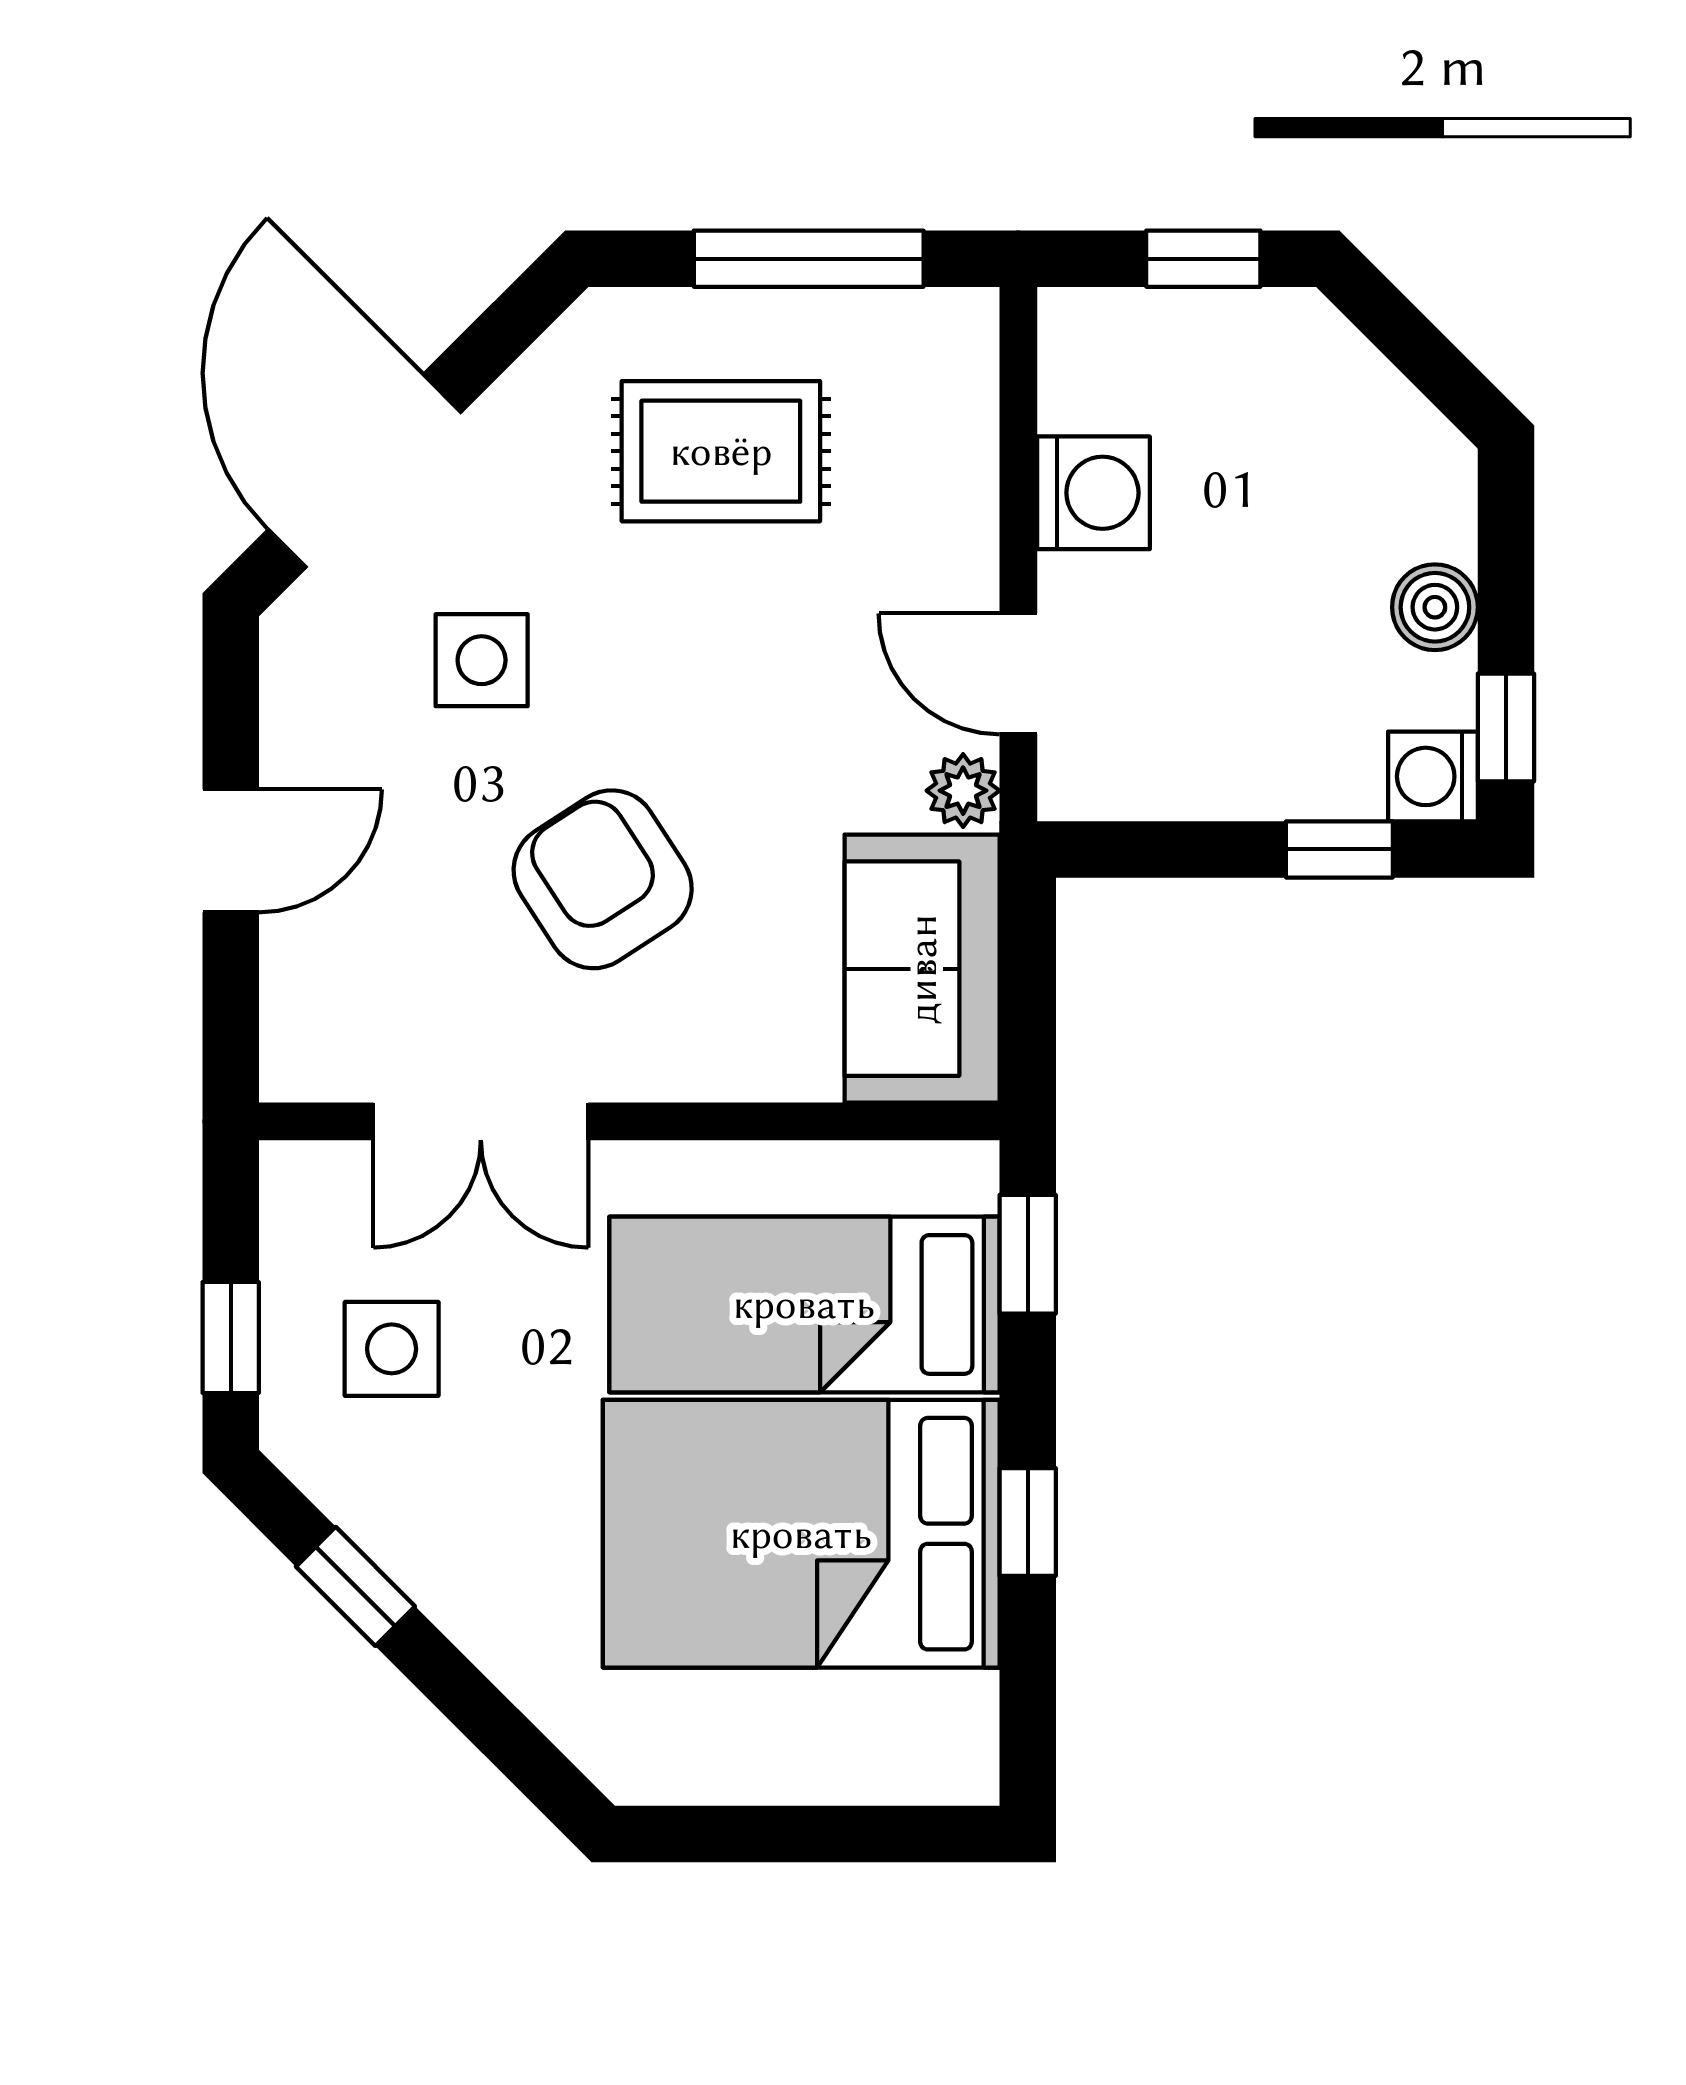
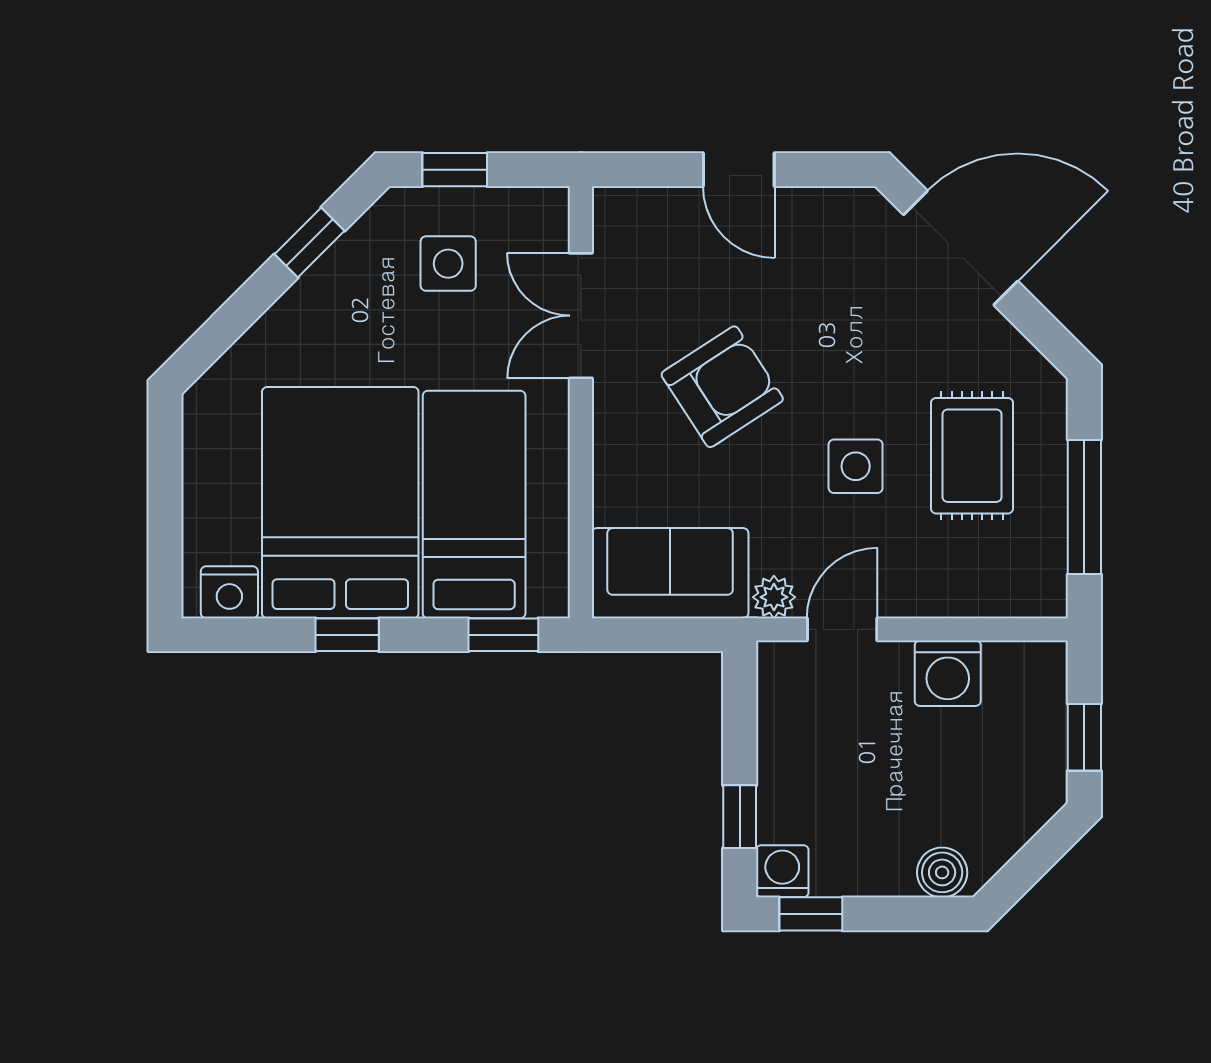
boiler: (1435, 607) -> (942, 872), moved
side table: (482, 660) -> (856, 466), moved
nightstand: (955, 1724) -> (229, 592), added

